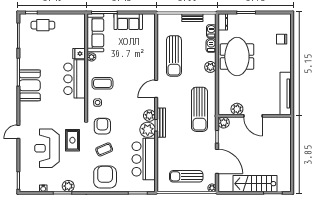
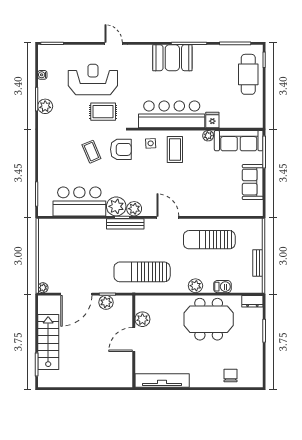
cafe table: (43, 25) -> (248, 74), width x1.37, depth x1.35
barbecue: (211, 31) -> (241, 287), removed
bar counter: (75, 79) -> (172, 114), width x1.36
plant: (224, 123) -> (106, 302), moved
sun lounger: (186, 176) -> (57, 255), removed
armchair: (105, 177) -> (57, 153), removed

